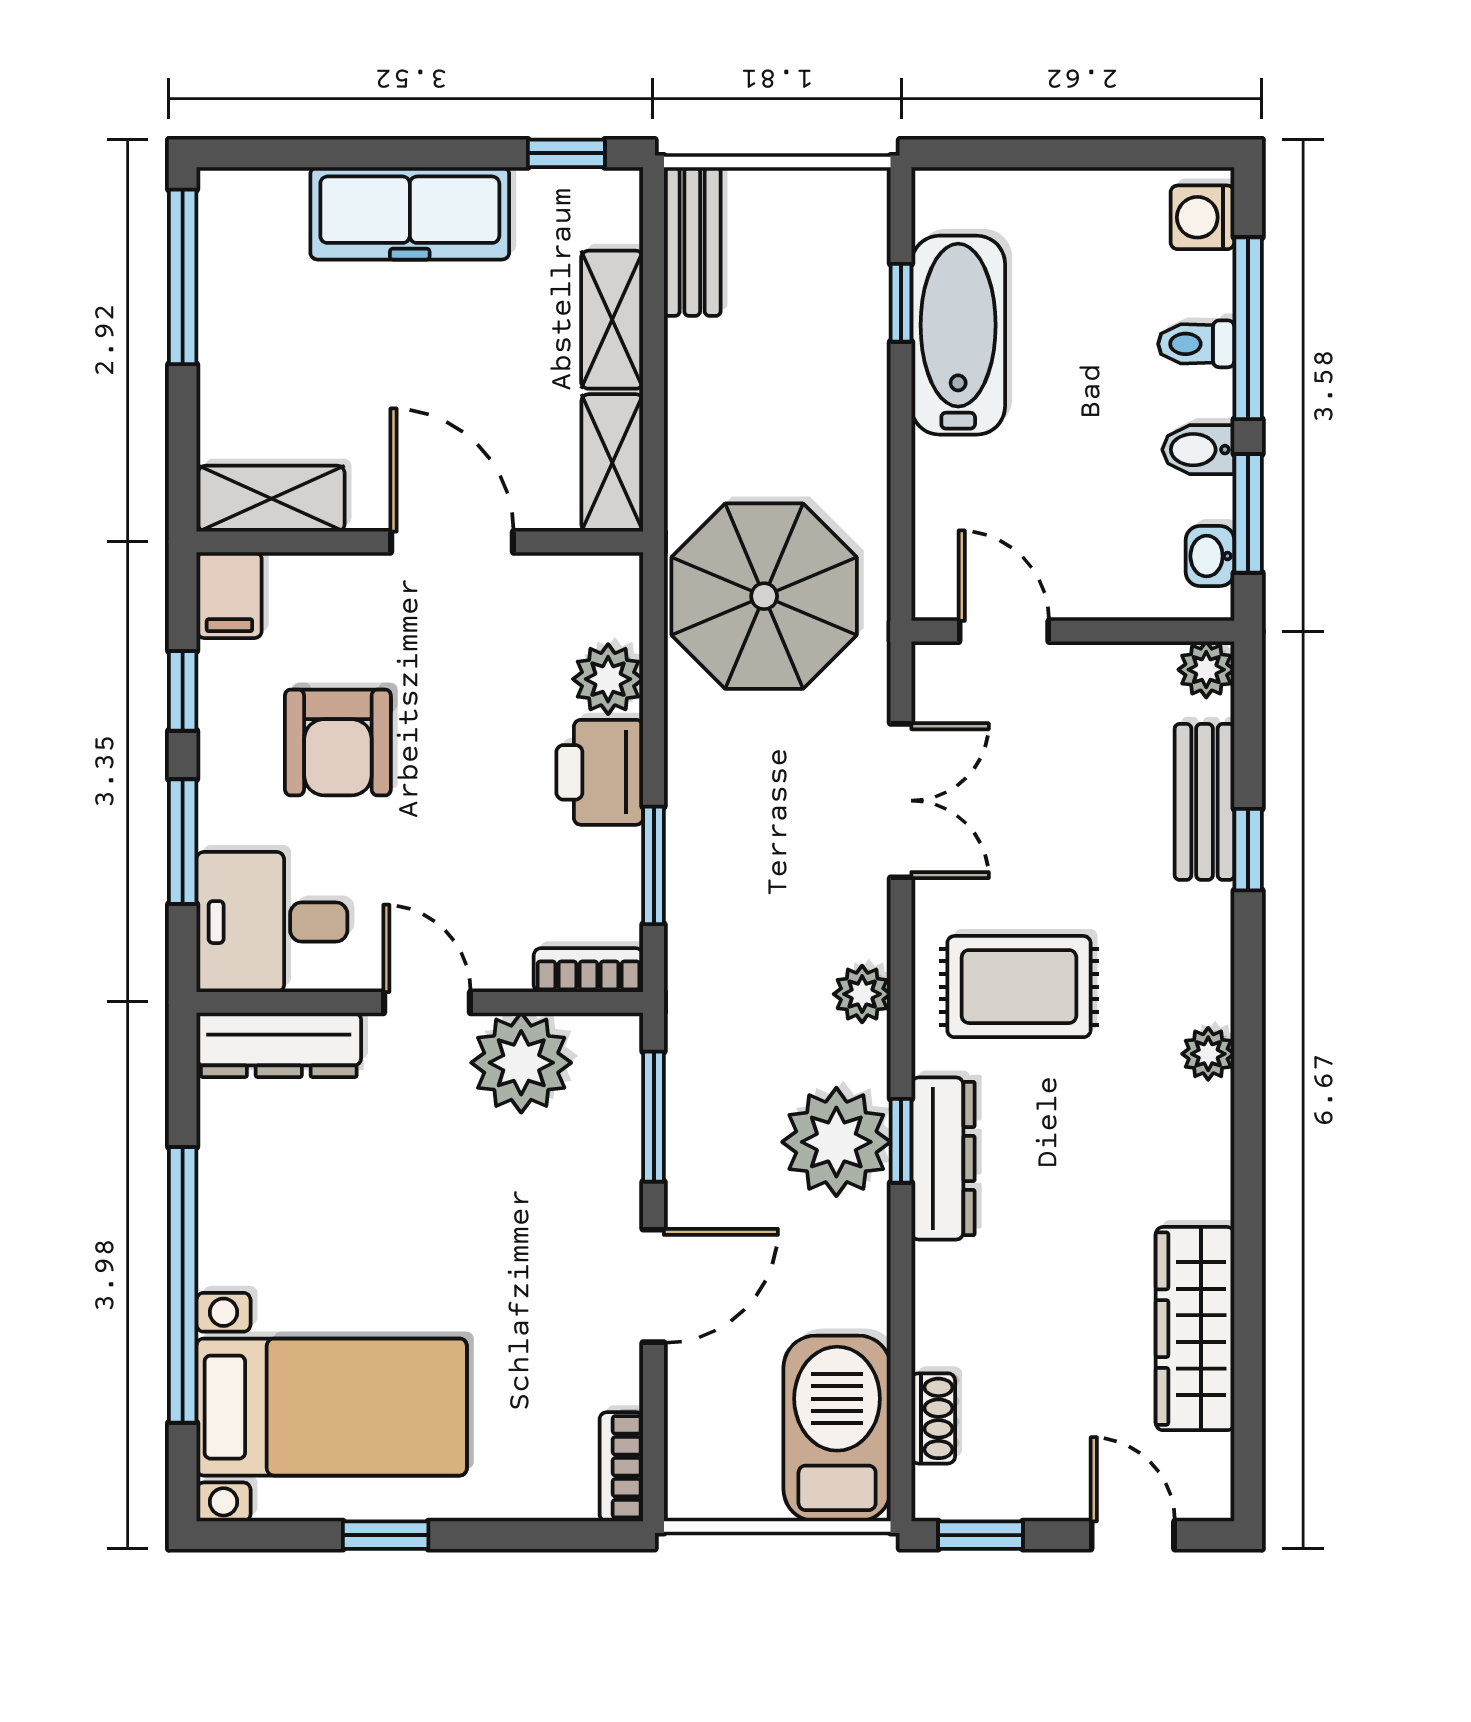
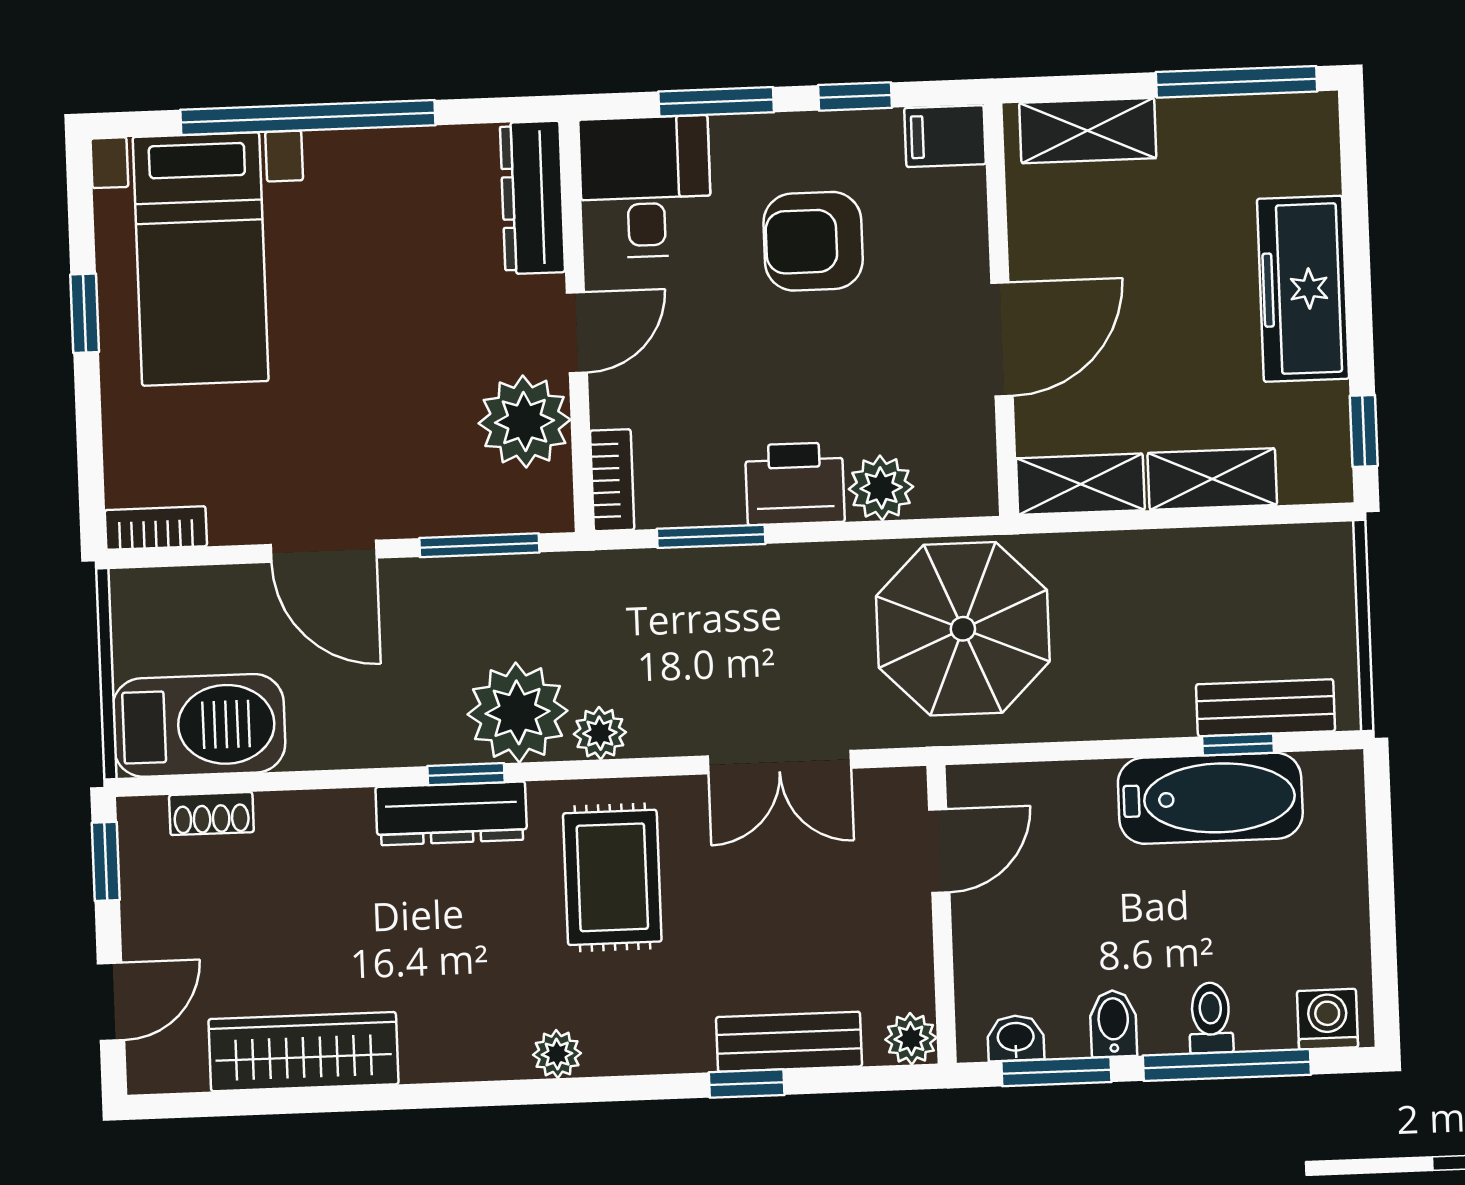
bench: (692, 242) -> (1266, 708), moved
shelving: (271, 499) -> (1088, 131), moved, turned 90
plant: (836, 1142) -> (518, 712), moved

